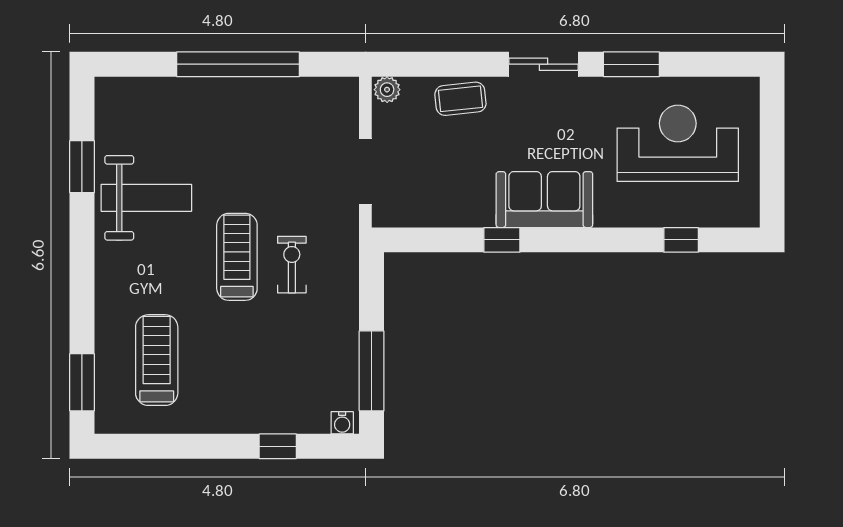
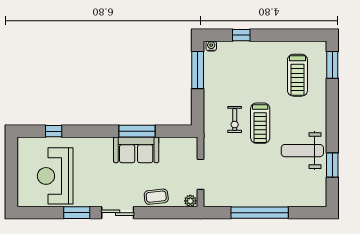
reception desk: (678, 143) -> (55, 176), turned 90
doorway: (365, 172) -> (200, 174), moved
sofa: (544, 200) -> (136, 150), moved
window: (502, 240) -> (137, 131), width x2.17

